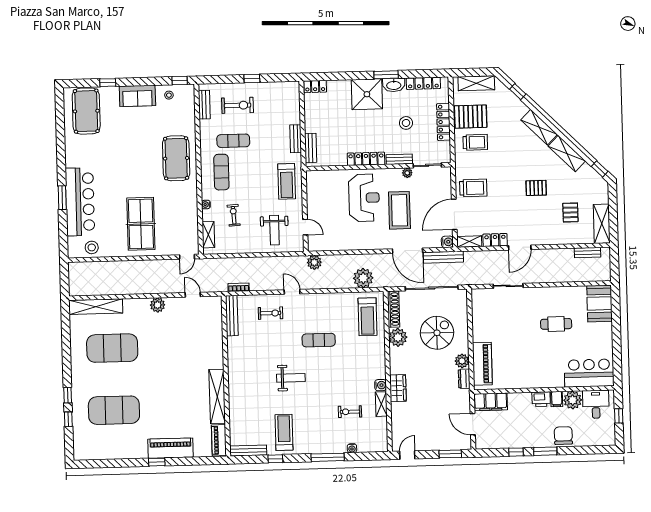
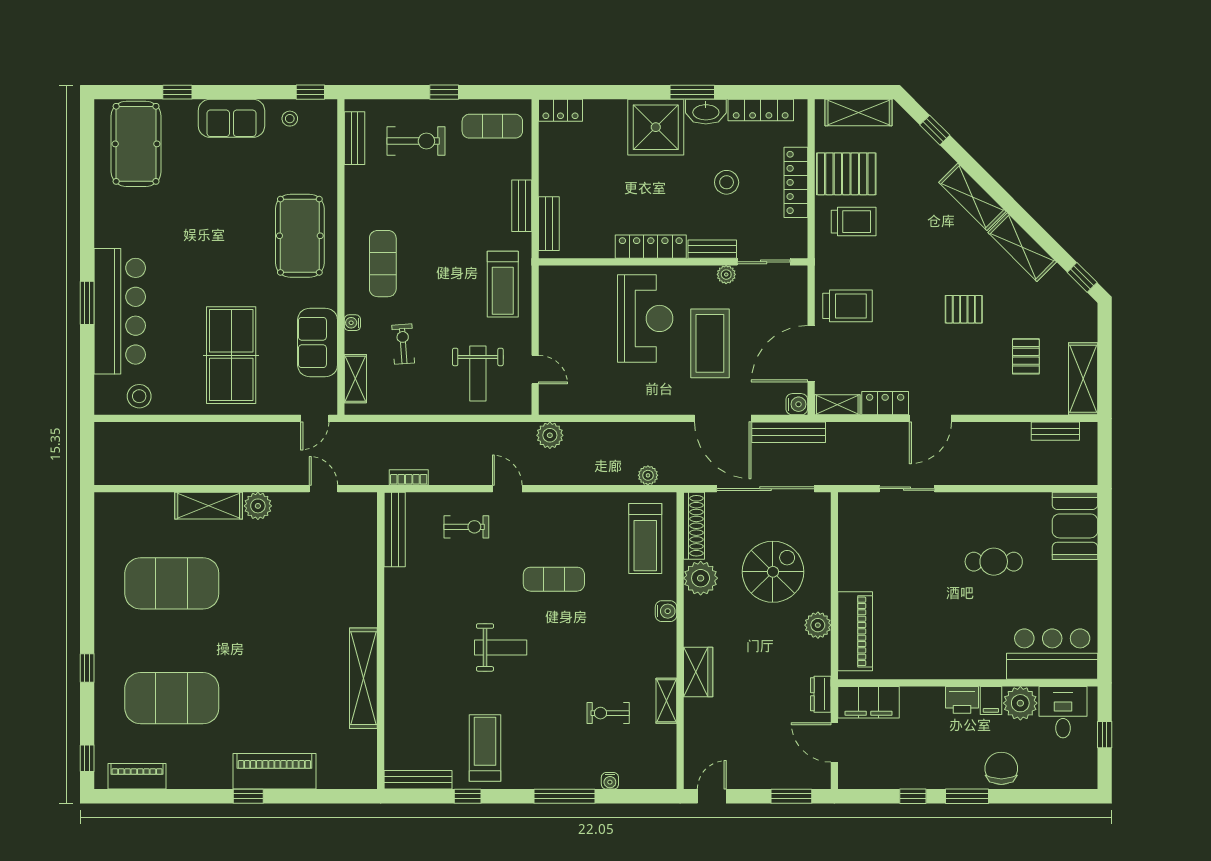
exercise mat: (233, 141) -> (492, 126), moved
sofa: (187, 216) -> (318, 342), added
plant: (363, 278) -> (648, 475), width x0.53, depth x0.53
shelving: (96, 307) -> (209, 506), moved, width x0.68
dresser: (464, 379) -> (821, 694), moved
water cooler: (381, 385) -> (666, 611), moved
window: (68, 419) -> (87, 758), moved
piano: (219, 440) -> (137, 776), moved, turned 90

